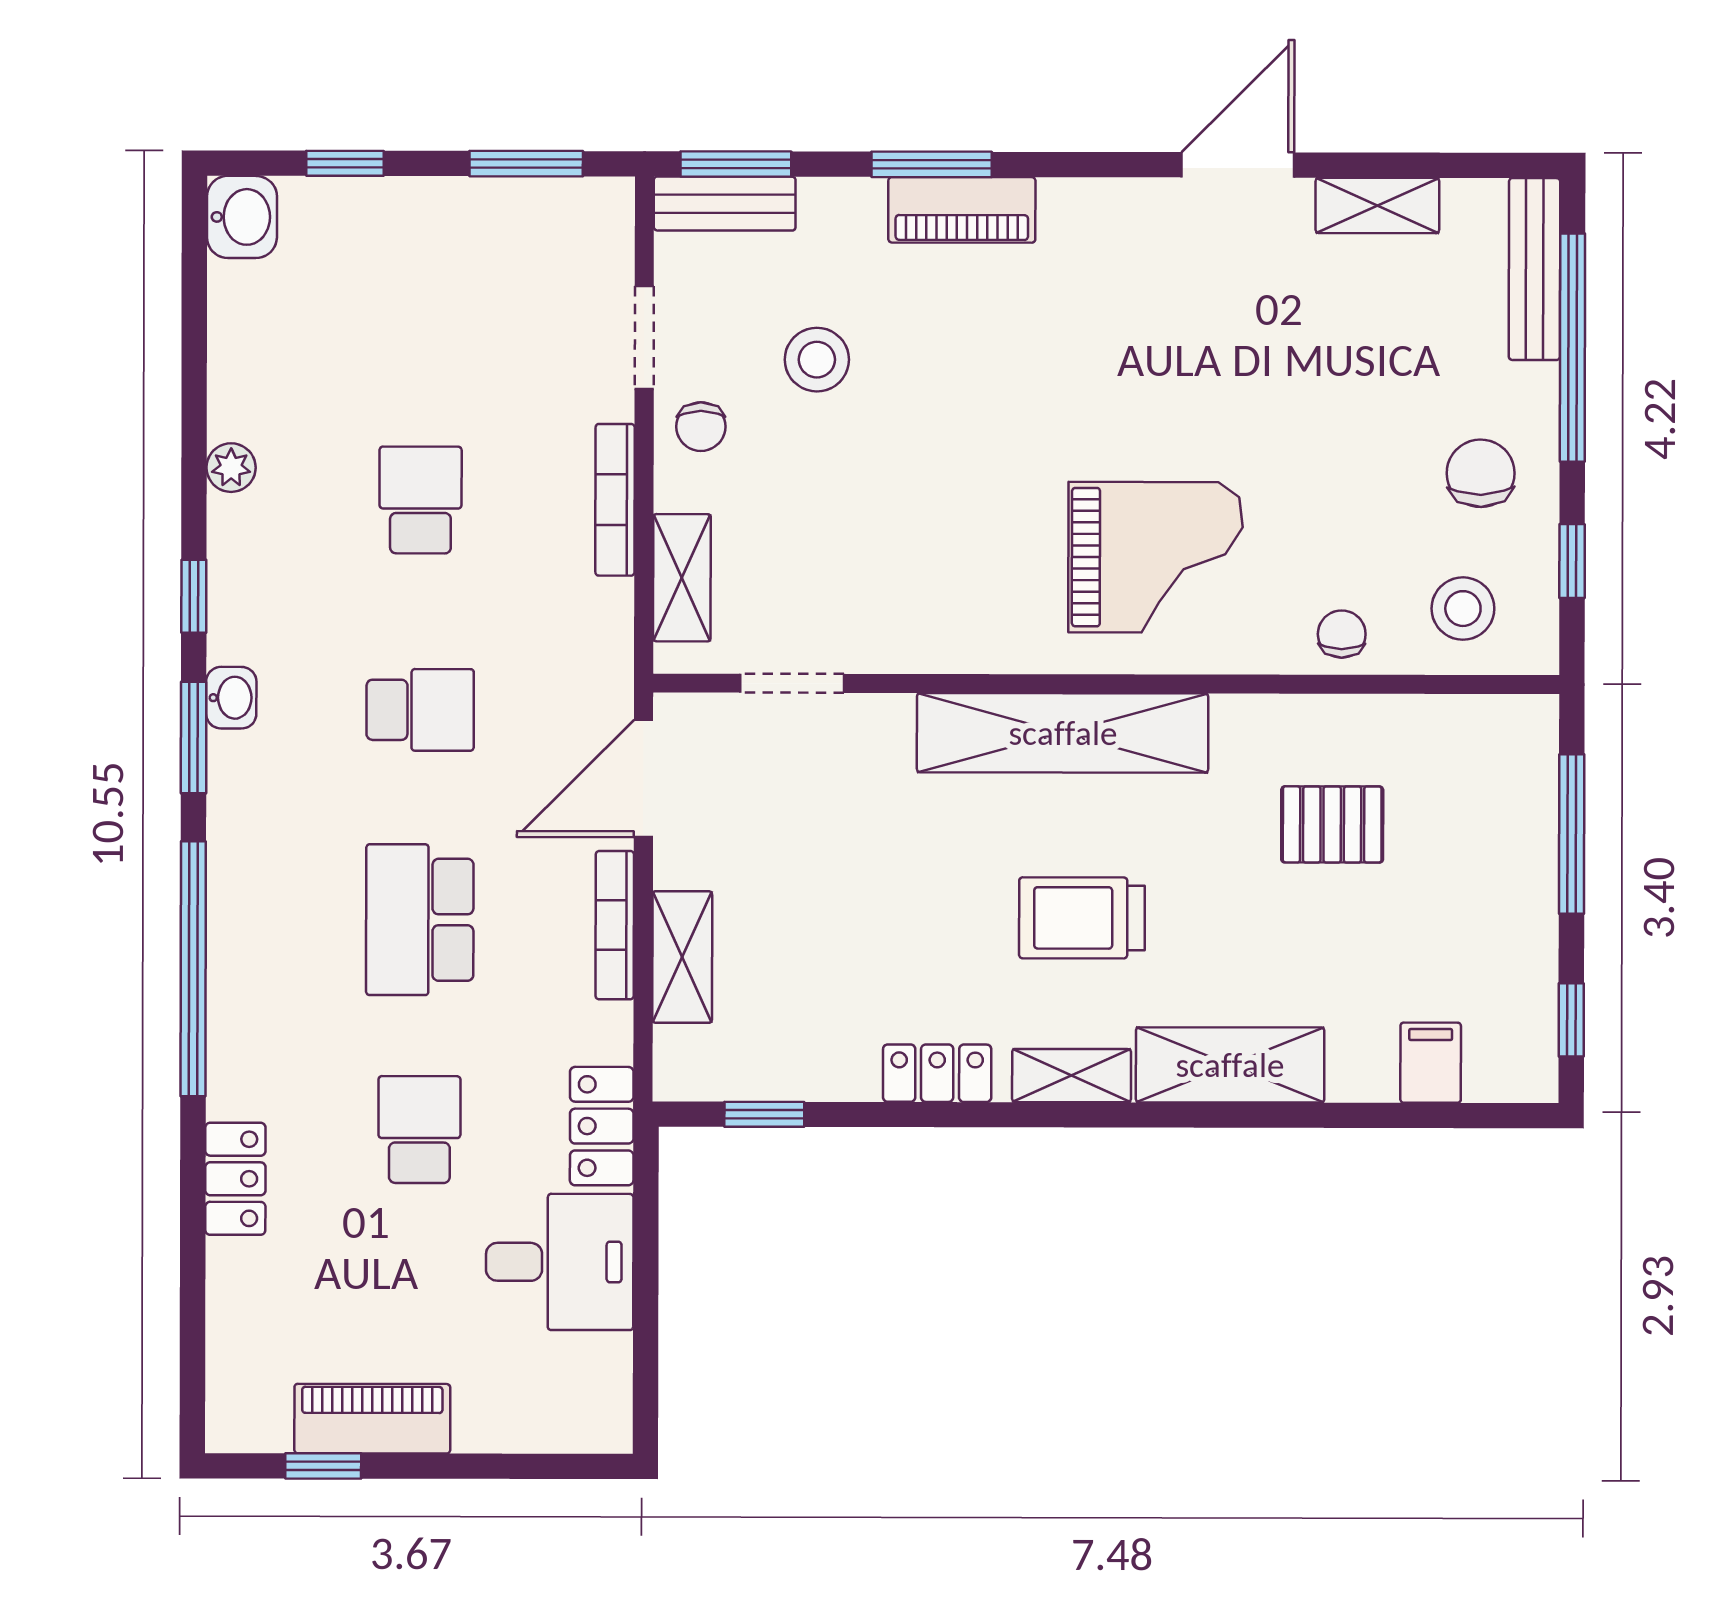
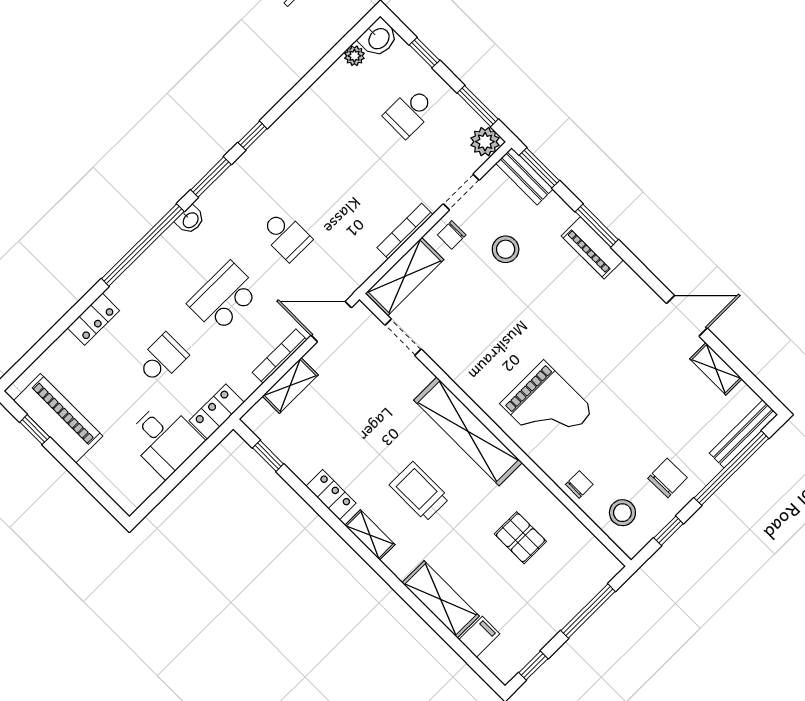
plant: (599, 212) -> (485, 142), added
plant: (231, 468) -> (354, 56), moved
school desk: (421, 500) -> (409, 112), moved, turned 180
shelving: (682, 578) -> (404, 277), width x1.50, depth x1.33
washbasin: (231, 698) -> (190, 220), moved
shelving: (1230, 1065) -> (441, 599), moved
piano: (372, 1419) -> (58, 418), width x1.37, depth x1.33

